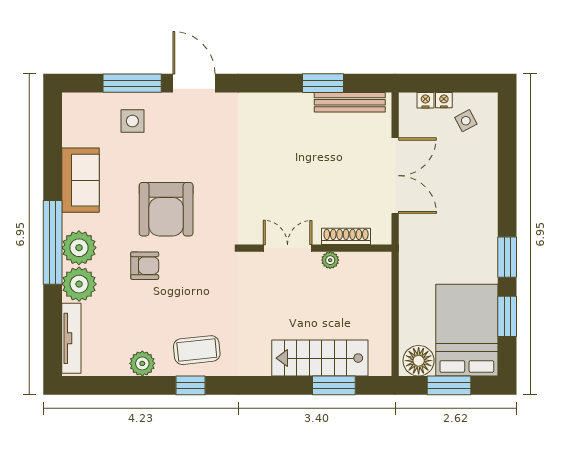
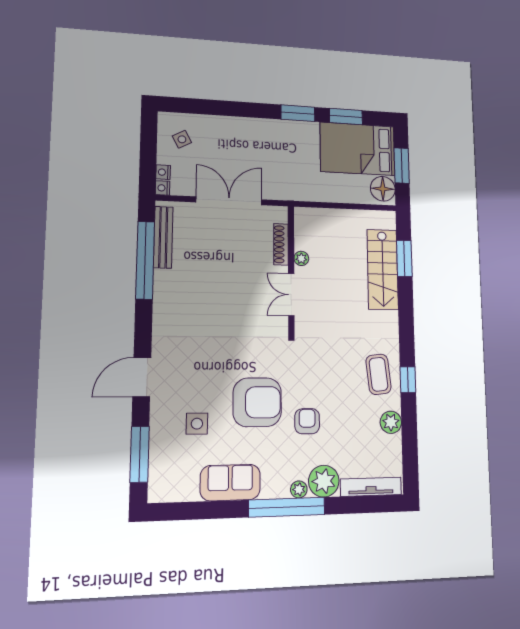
window: (132, 83) -> (140, 454), moved
window: (323, 83) -> (145, 260), width x2.11
nightstand: (444, 100) -> (163, 188), moved
side table: (132, 121) -> (197, 424), moved
plant: (79, 248) -> (299, 489), width x0.53, depth x0.53

